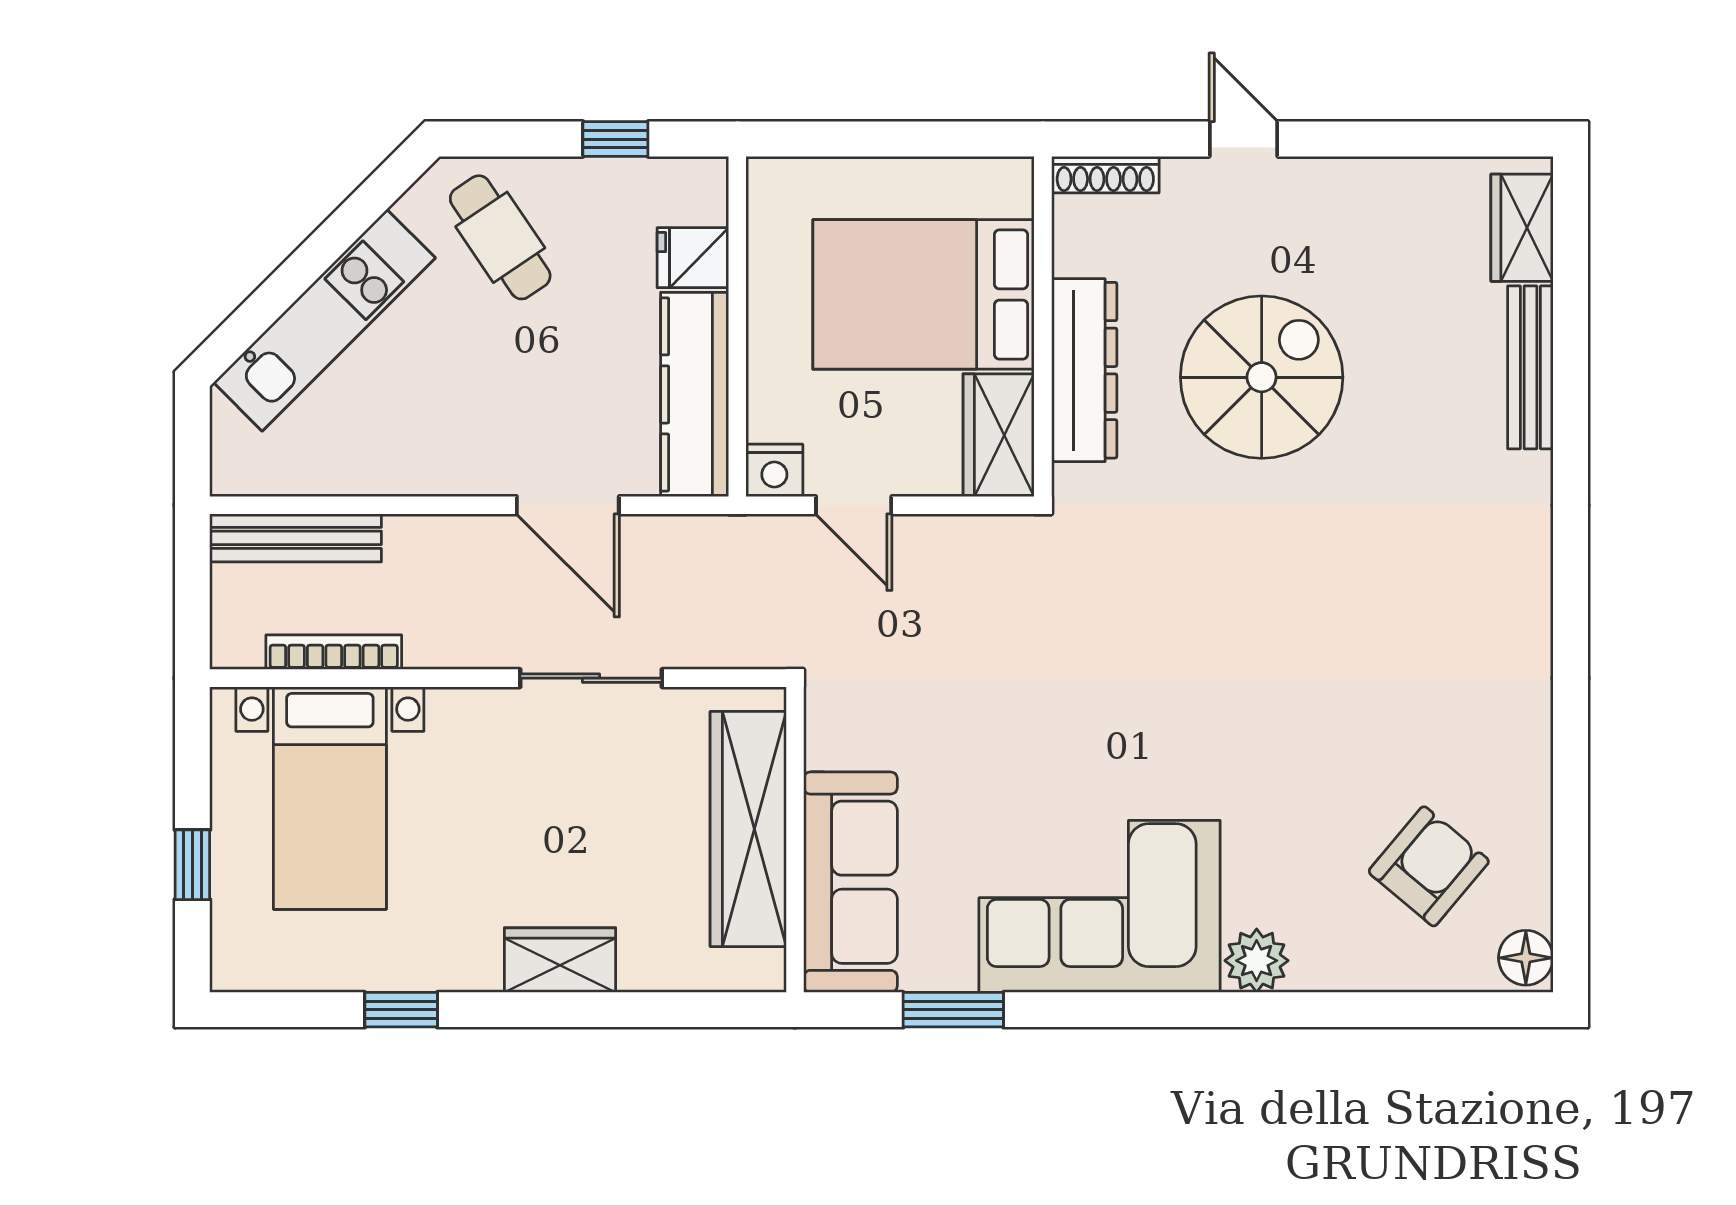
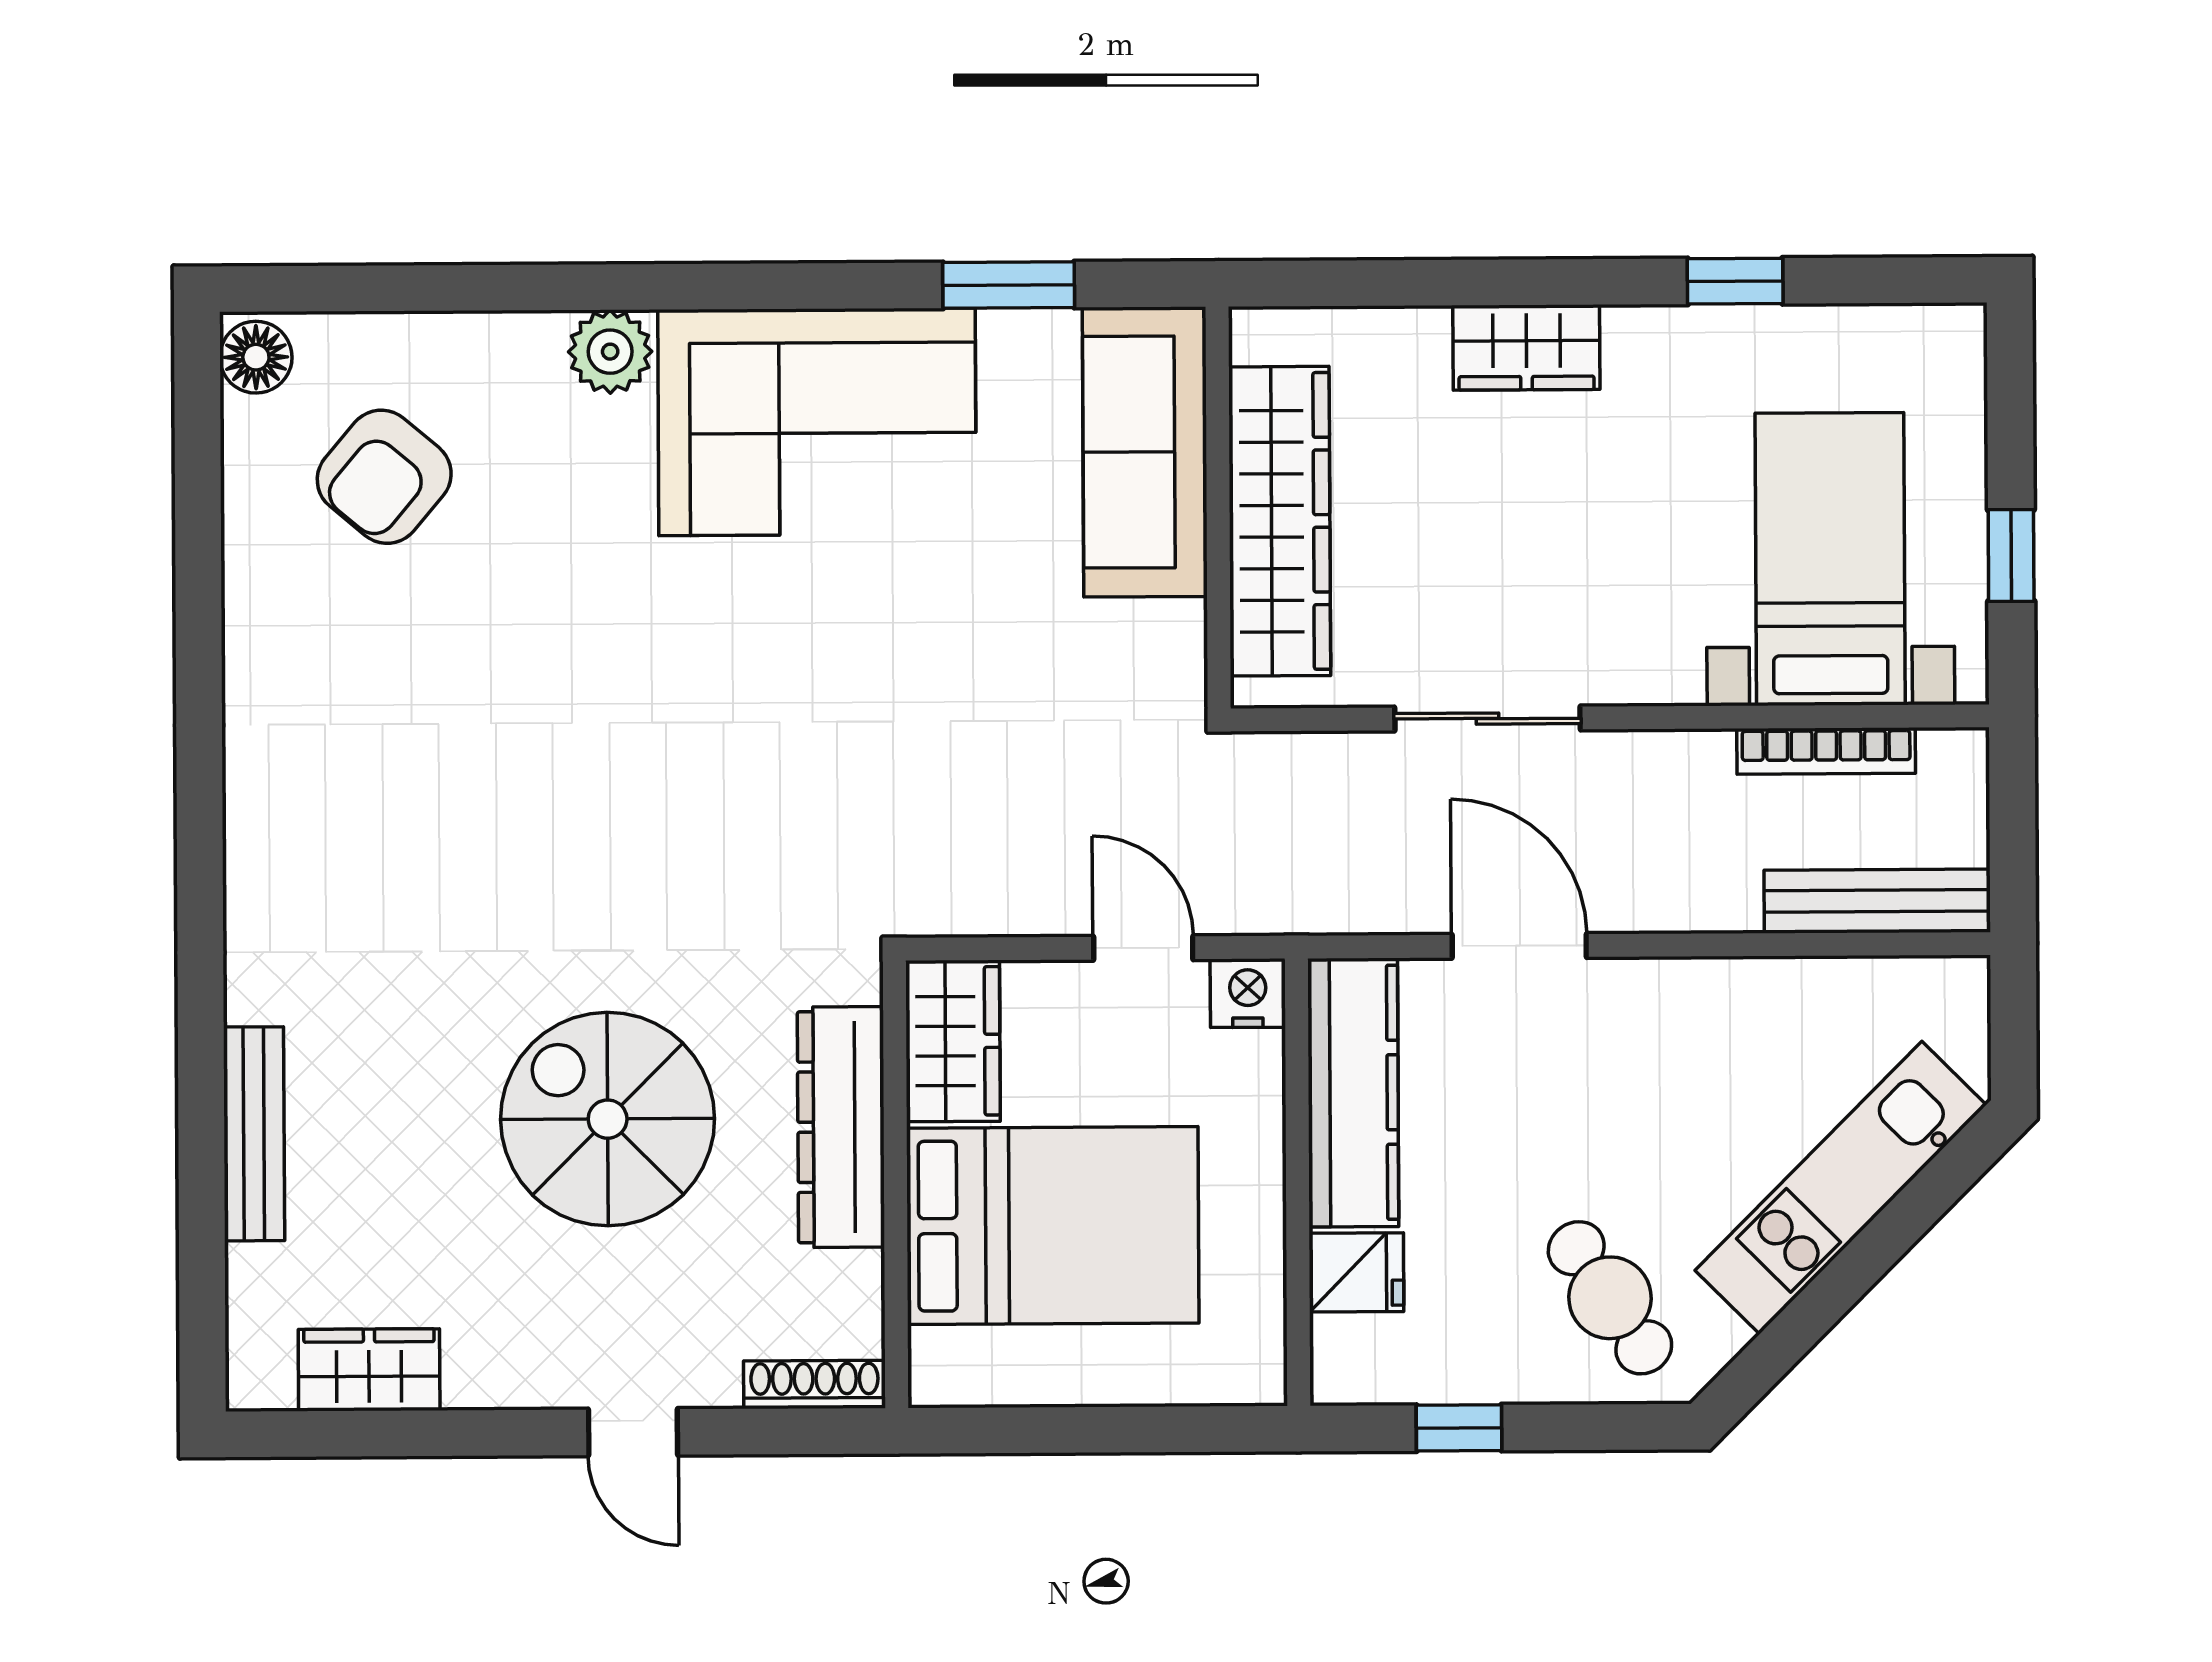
wardrobe: (1522, 228) -> (369, 1370), moved, turned -90
spiral stairs: (1262, 377) -> (608, 1119), turned 90
window: (192, 865) -> (2011, 555), moved

